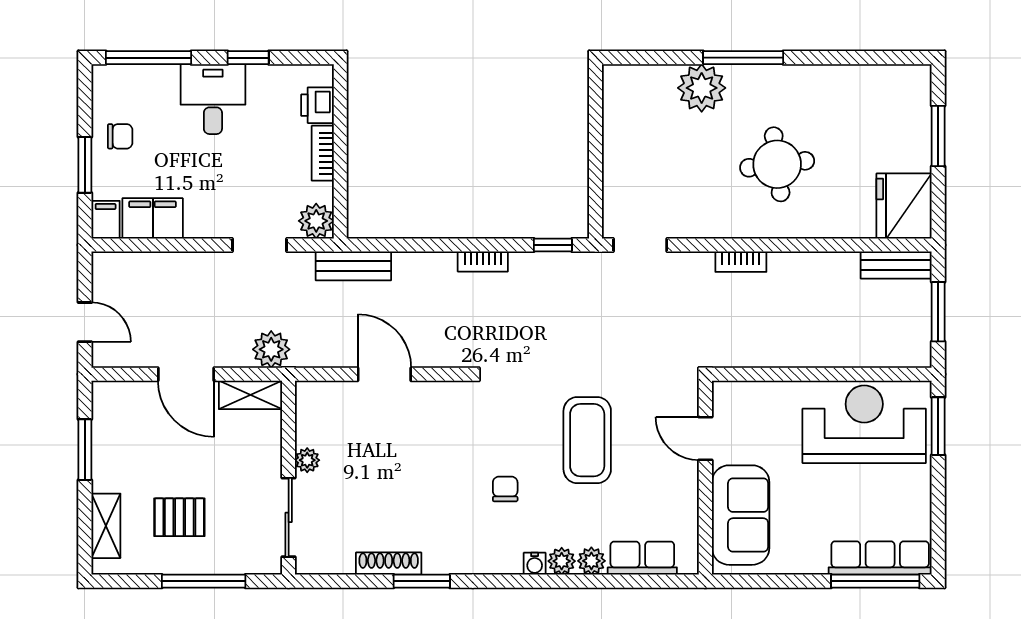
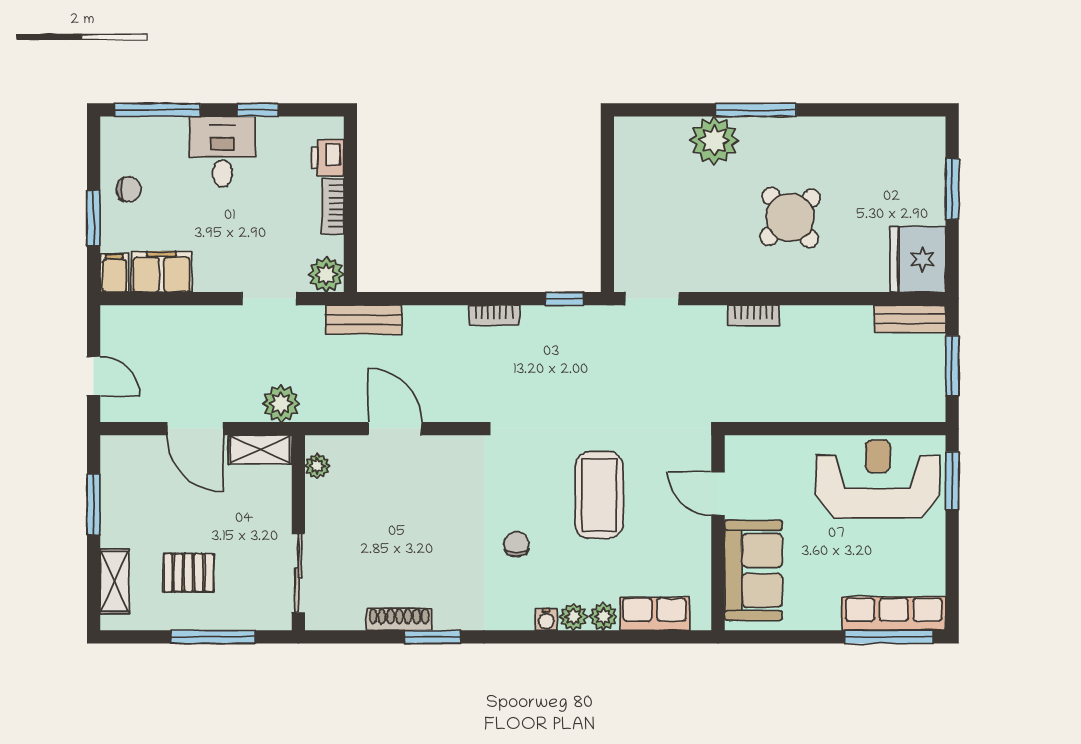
round table: (777, 164) -> (790, 217), turned -35
plant: (307, 460) -> (317, 466), moved

